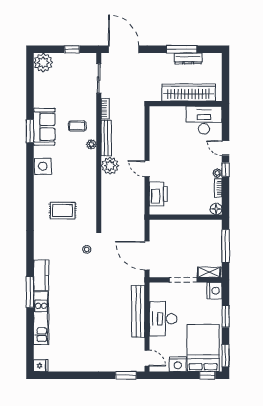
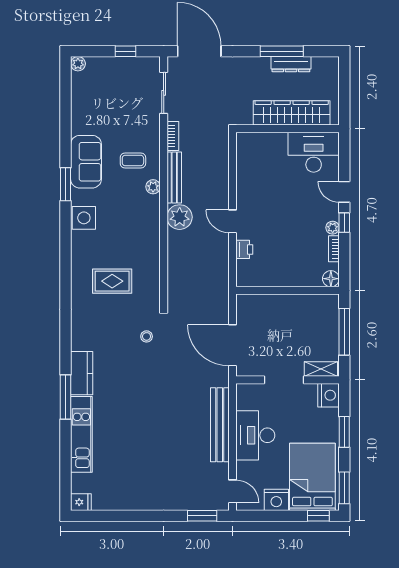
plant: (43, 63) -> (78, 64), width x0.53, depth x0.53
window: (30, 131) -> (66, 184), moved
printer: (158, 194) -> (244, 249), width x0.53, depth x0.68

